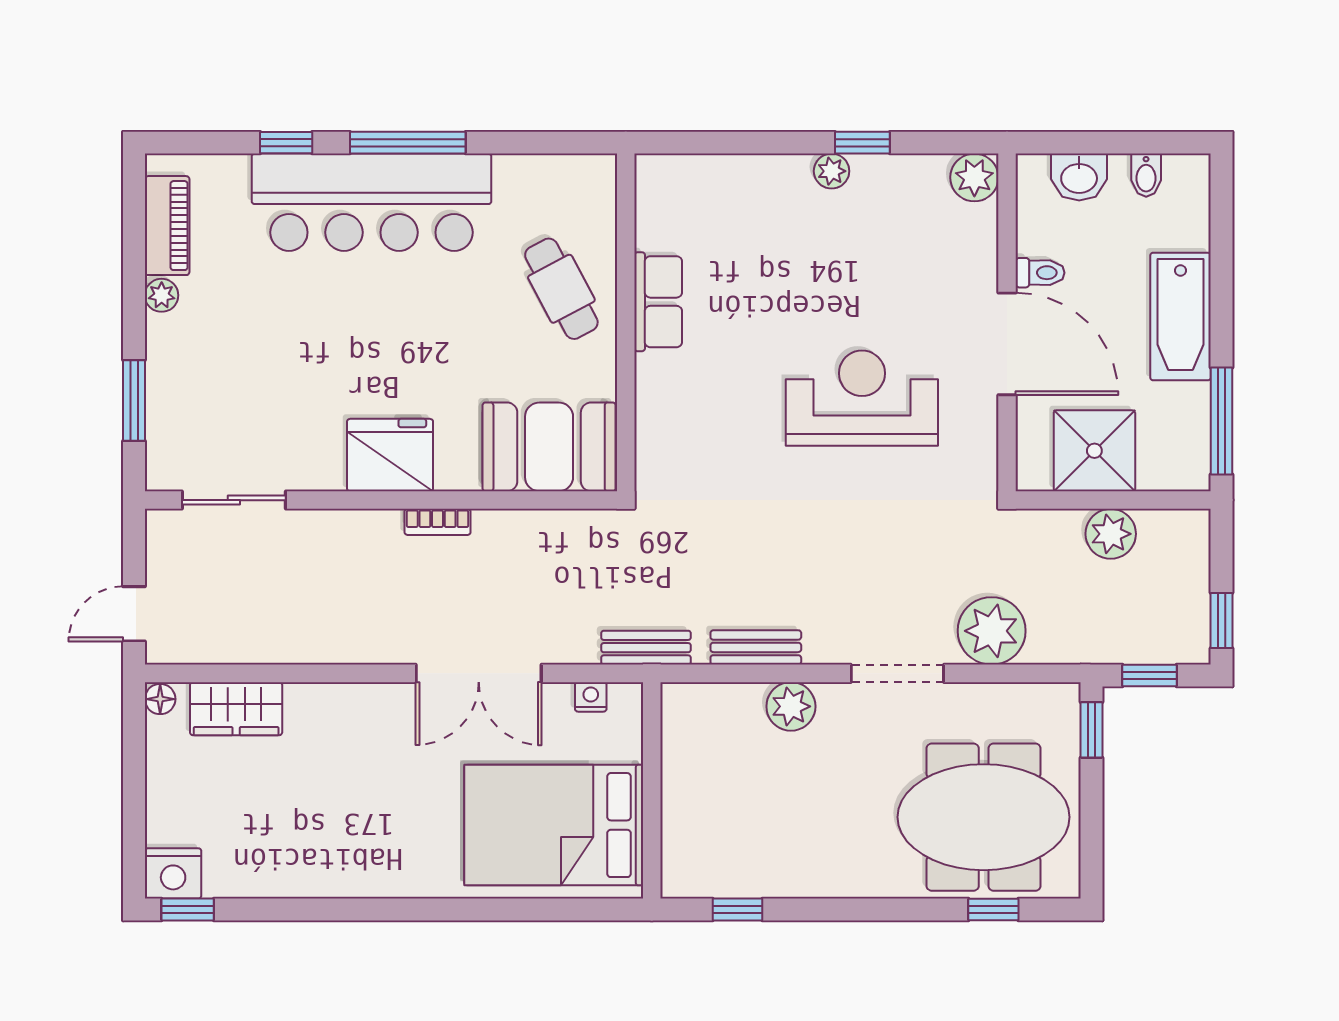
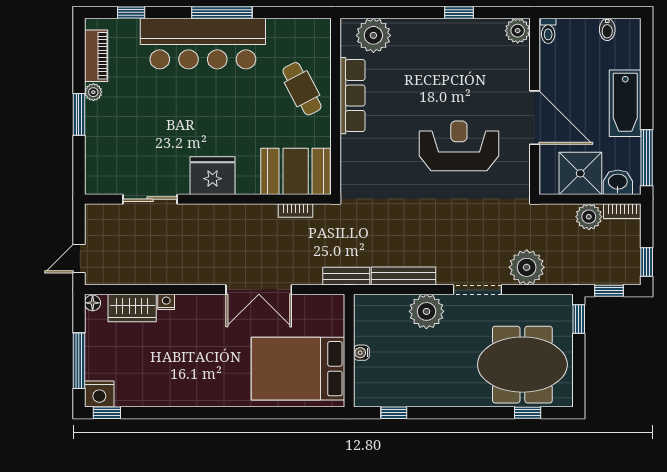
window: (286, 143) -> (131, 12), moved
plant: (832, 171) -> (373, 35), moved, width x1.87, depth x1.87
washbasin: (1079, 177) -> (618, 182), moved, turned 180
toilet: (1040, 273) -> (548, 31), moved, turned 90
row of seats: (658, 302) -> (353, 96), width x1.48
window: (134, 400) -> (79, 114), moved
sliding door: (234, 500) -> (150, 199), moved
bookcase: (438, 522) -> (296, 210), moved
bookcase: (1175, 523) -> (622, 211), added
bench: (756, 647) -> (404, 276), width x1.36
nightstand: (591, 697) -> (166, 302), moved
plant: (791, 706) -> (426, 311), width x1.36, depth x1.36
water cooler: (675, 794) -> (361, 353), added
window: (134, 810) -> (79, 361), added

